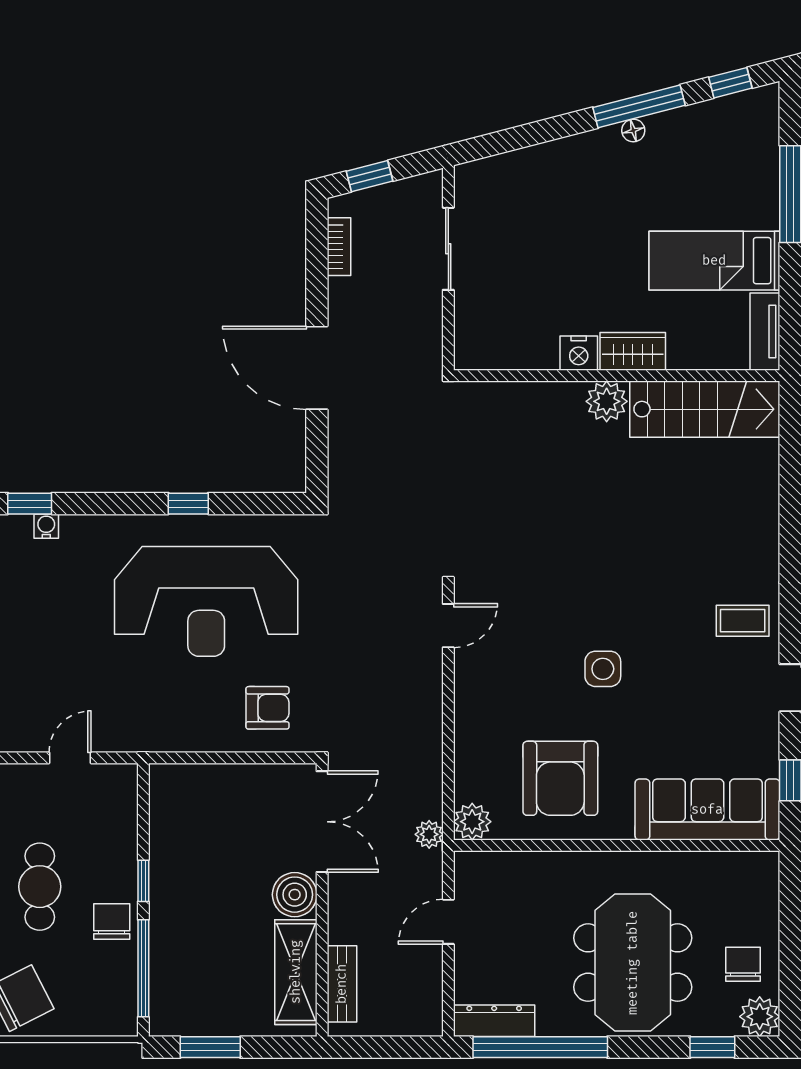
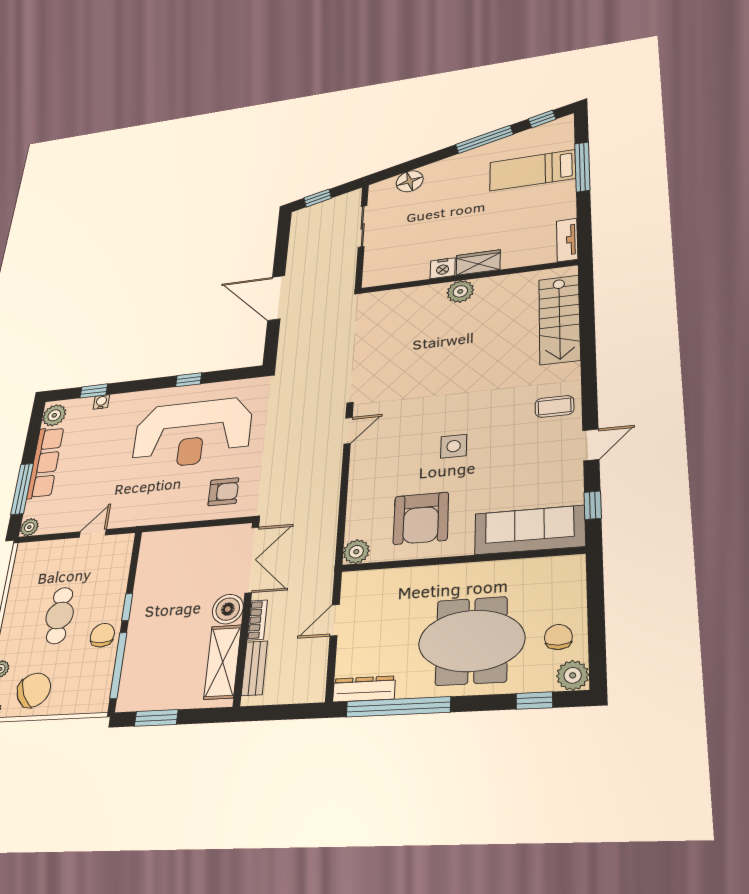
floor lamp: (633, 130) -> (410, 181), moved, width x1.89, depth x1.89
bookcase: (339, 247) -> (257, 620), moved
bed: (714, 261) -> (532, 170), moved
stairs: (705, 409) -> (559, 319), moved, turned 90
plant: (429, 834) -> (325, 562), removed
meeting table: (633, 963) -> (471, 641), turned 90

